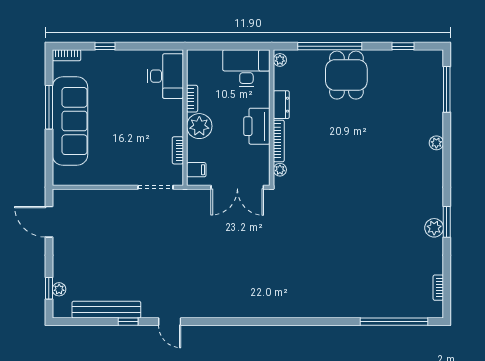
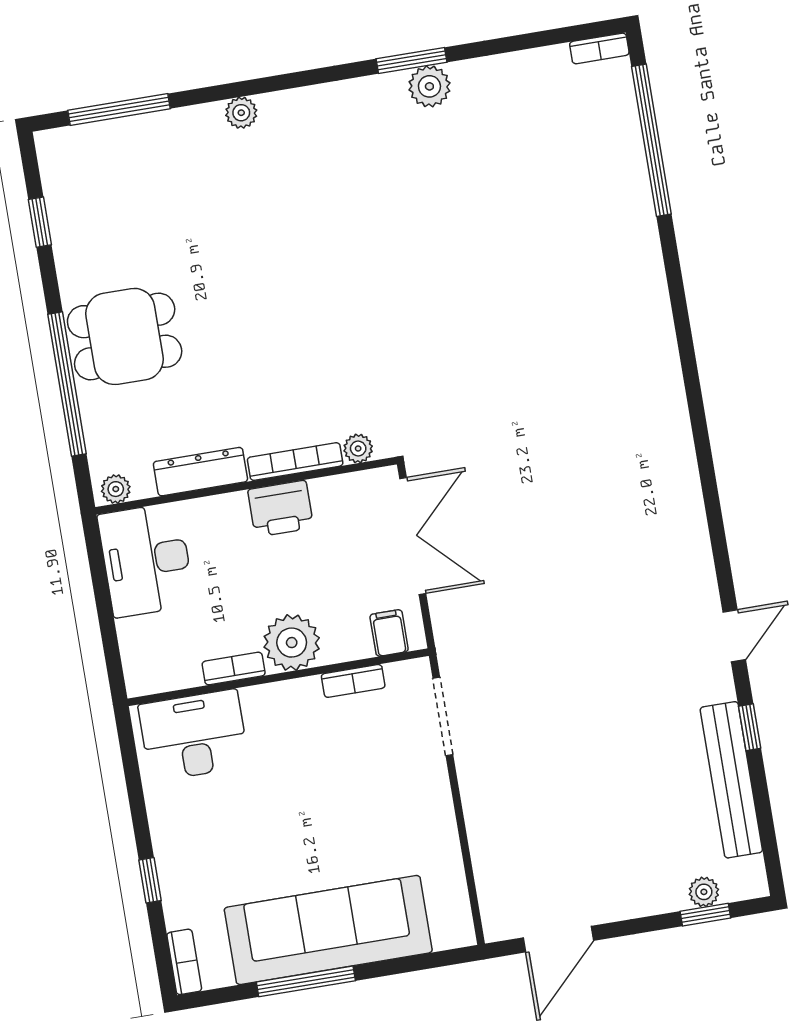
dresser: (281, 105) -> (200, 472), width x1.44
printer: (257, 126) -> (281, 509), width x0.73, depth x0.84
bookcase: (438, 288) -> (599, 48), moved

